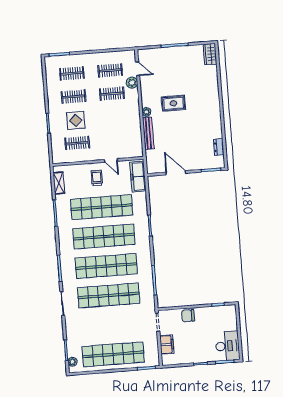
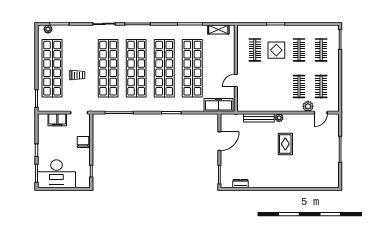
wardrobe: (210, 54) -> (329, 182), removed
trolley: (97, 178) -> (77, 75), moved
desk: (228, 346) -> (56, 174), width x1.36, depth x1.30

